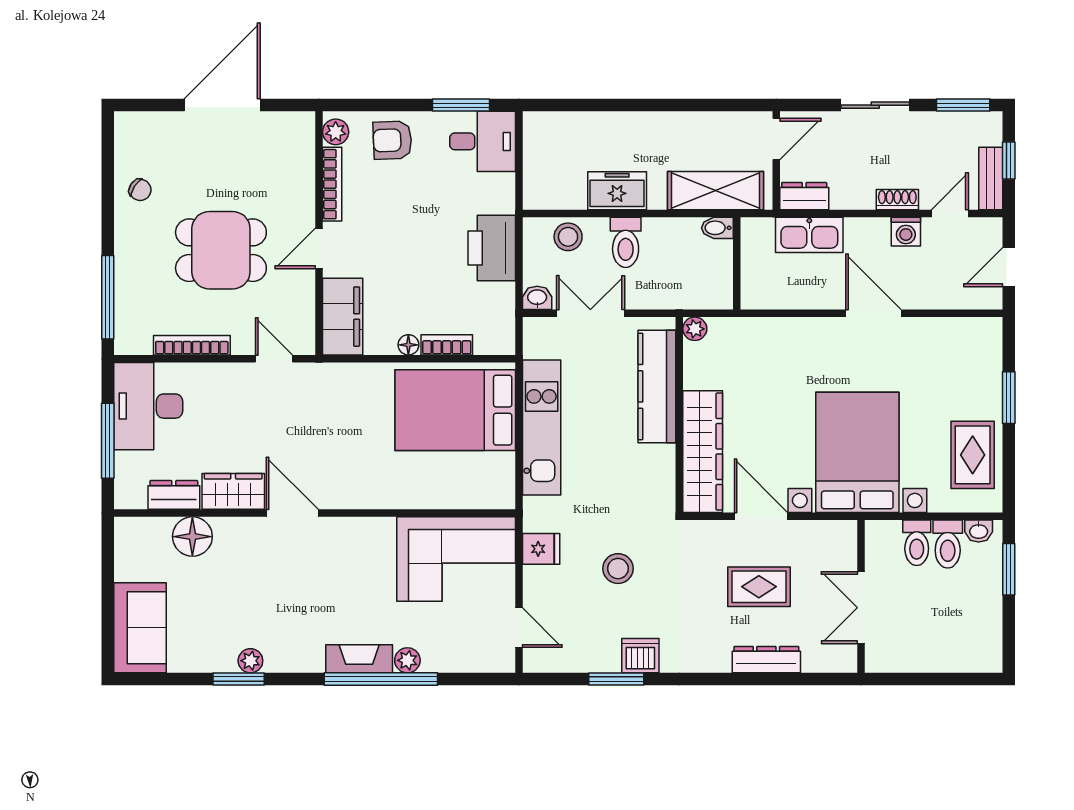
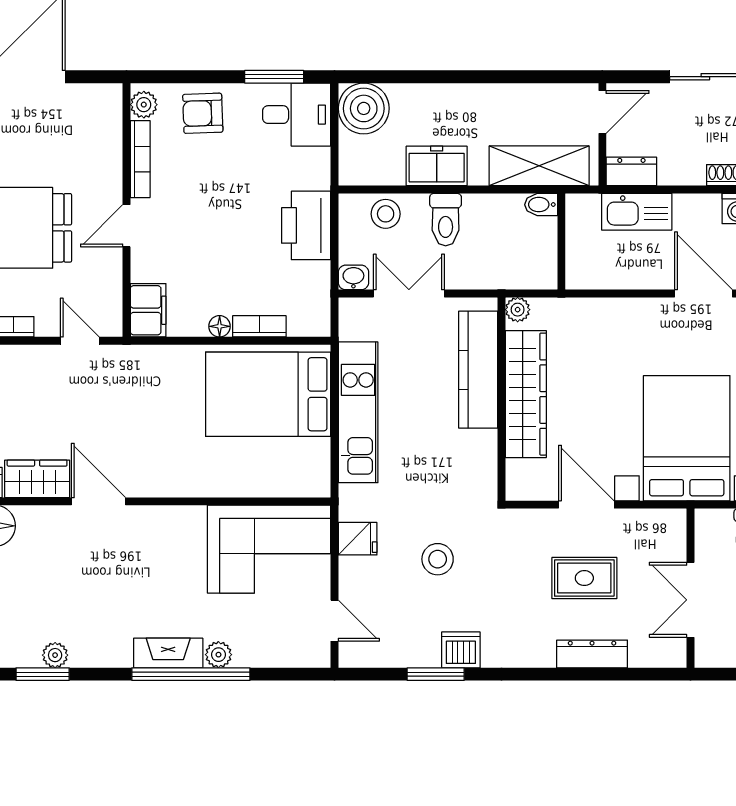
boiler: (547, 136) -> (364, 108), added
filing cabinet: (343, 317) -> (148, 310), width x0.67, depth x0.86
wardrobe: (703, 452) -> (526, 394), moved

